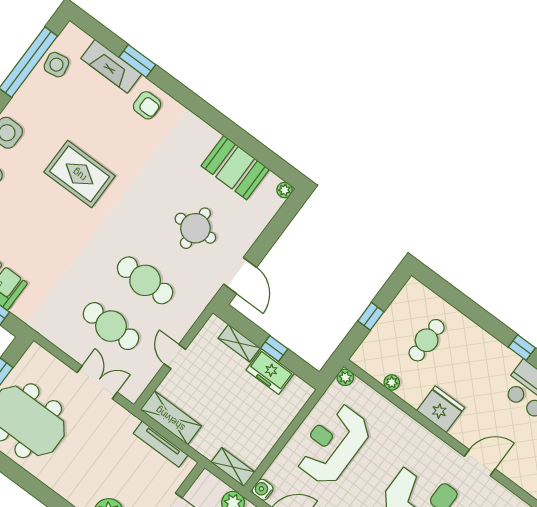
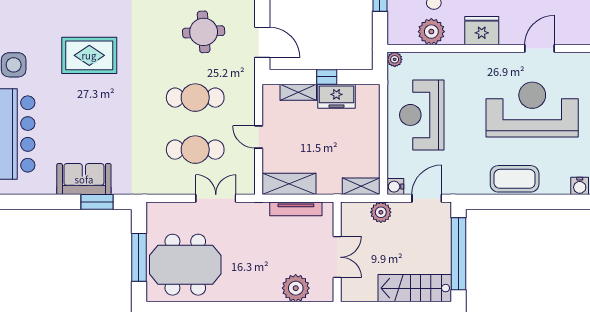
plant: (392, 382) -> (431, 32), width x1.87, depth x1.87

